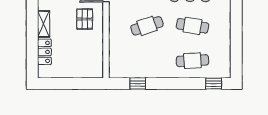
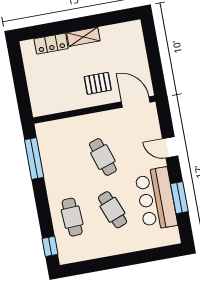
cafe table: (192, 26) -> (112, 210), turned -30
window: (138, 84) -> (34, 159), width x2.17

